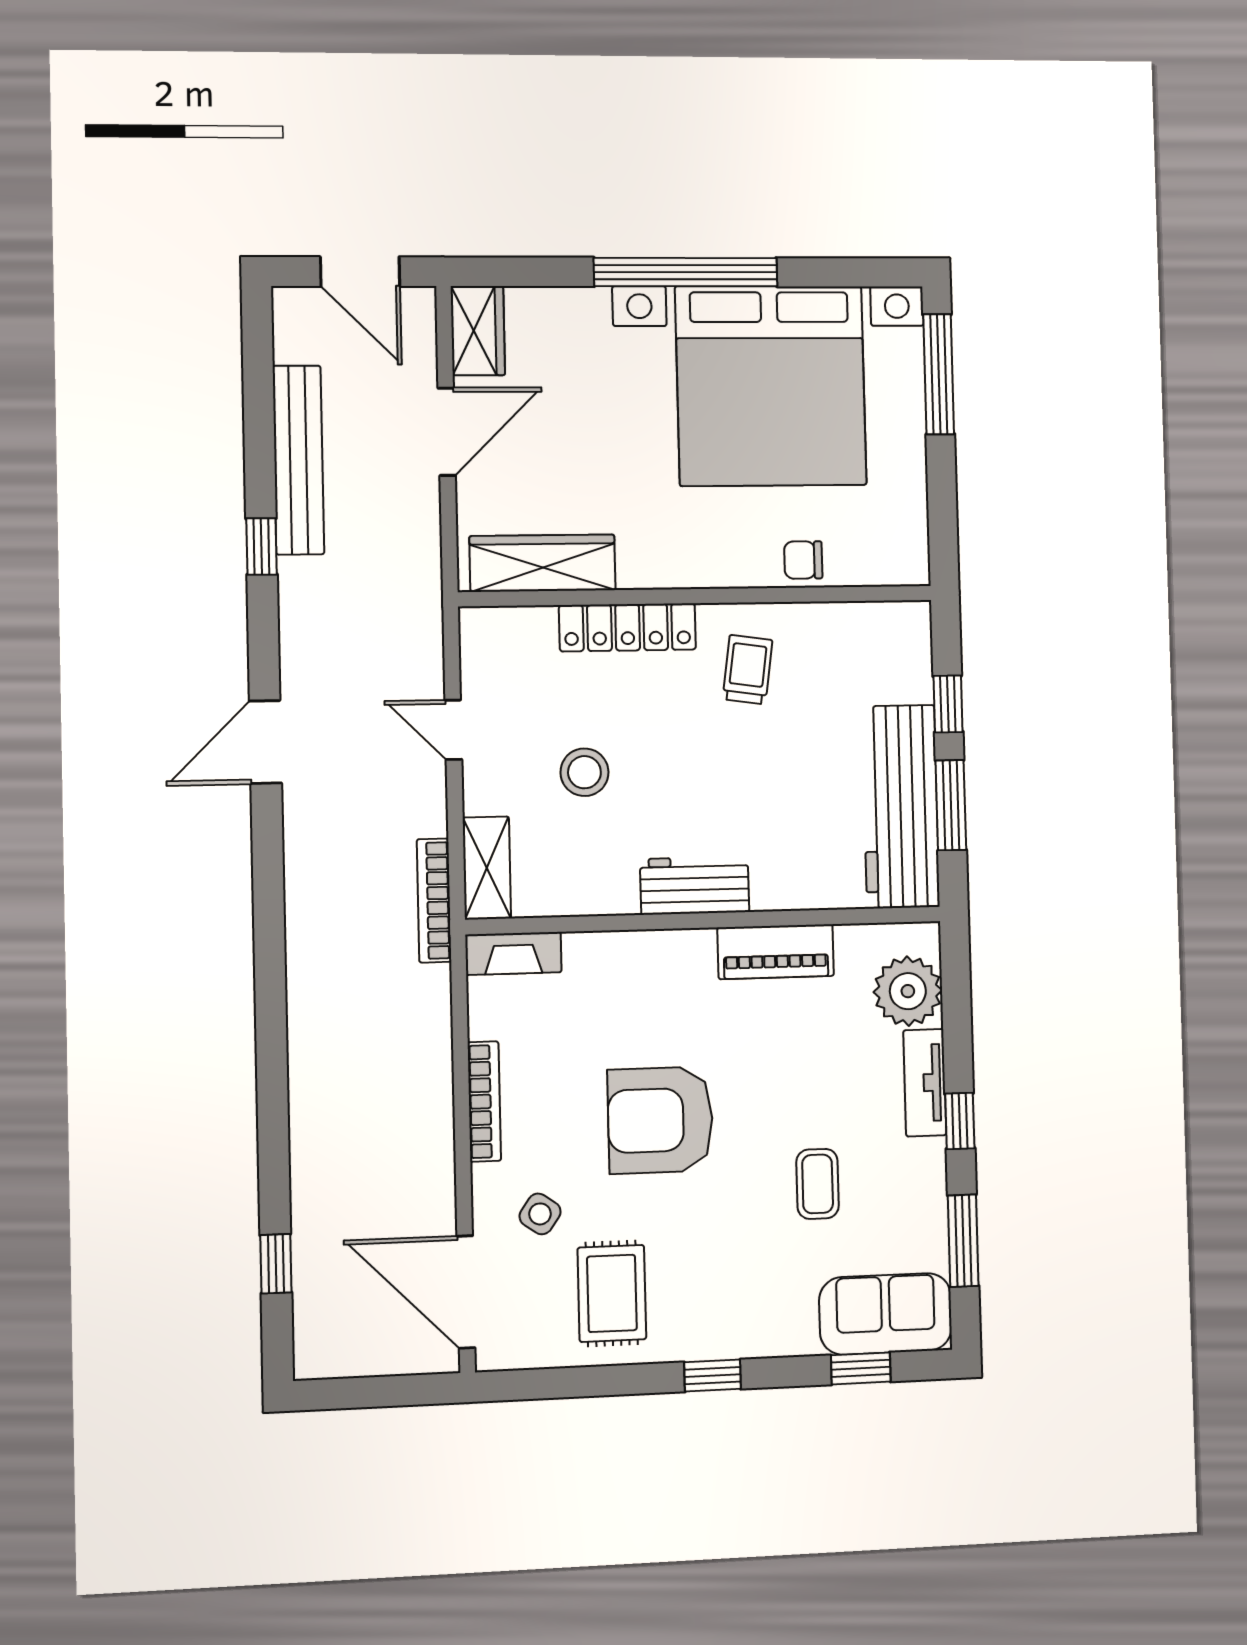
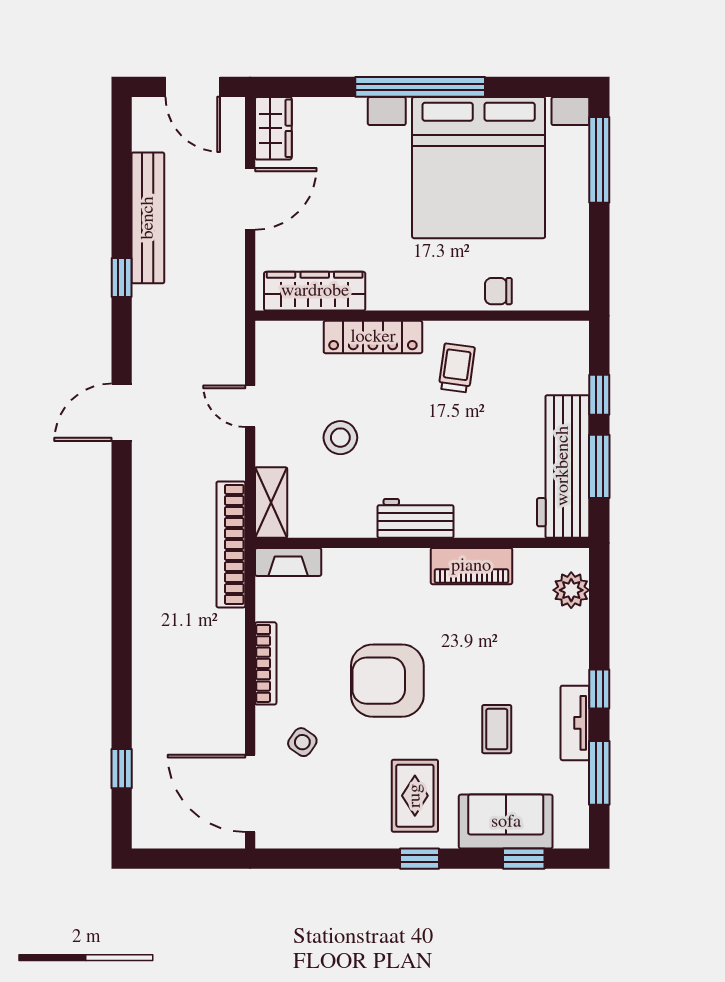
bookcase: (434, 901) -> (231, 544), width x1.48, depth x1.31
plant: (908, 991) -> (571, 590), width x0.73, depth x0.73
tv unit: (925, 1083) -> (575, 723), moved
rug: (612, 1293) -> (415, 796), moved
sofa: (886, 1314) -> (506, 822), moved

